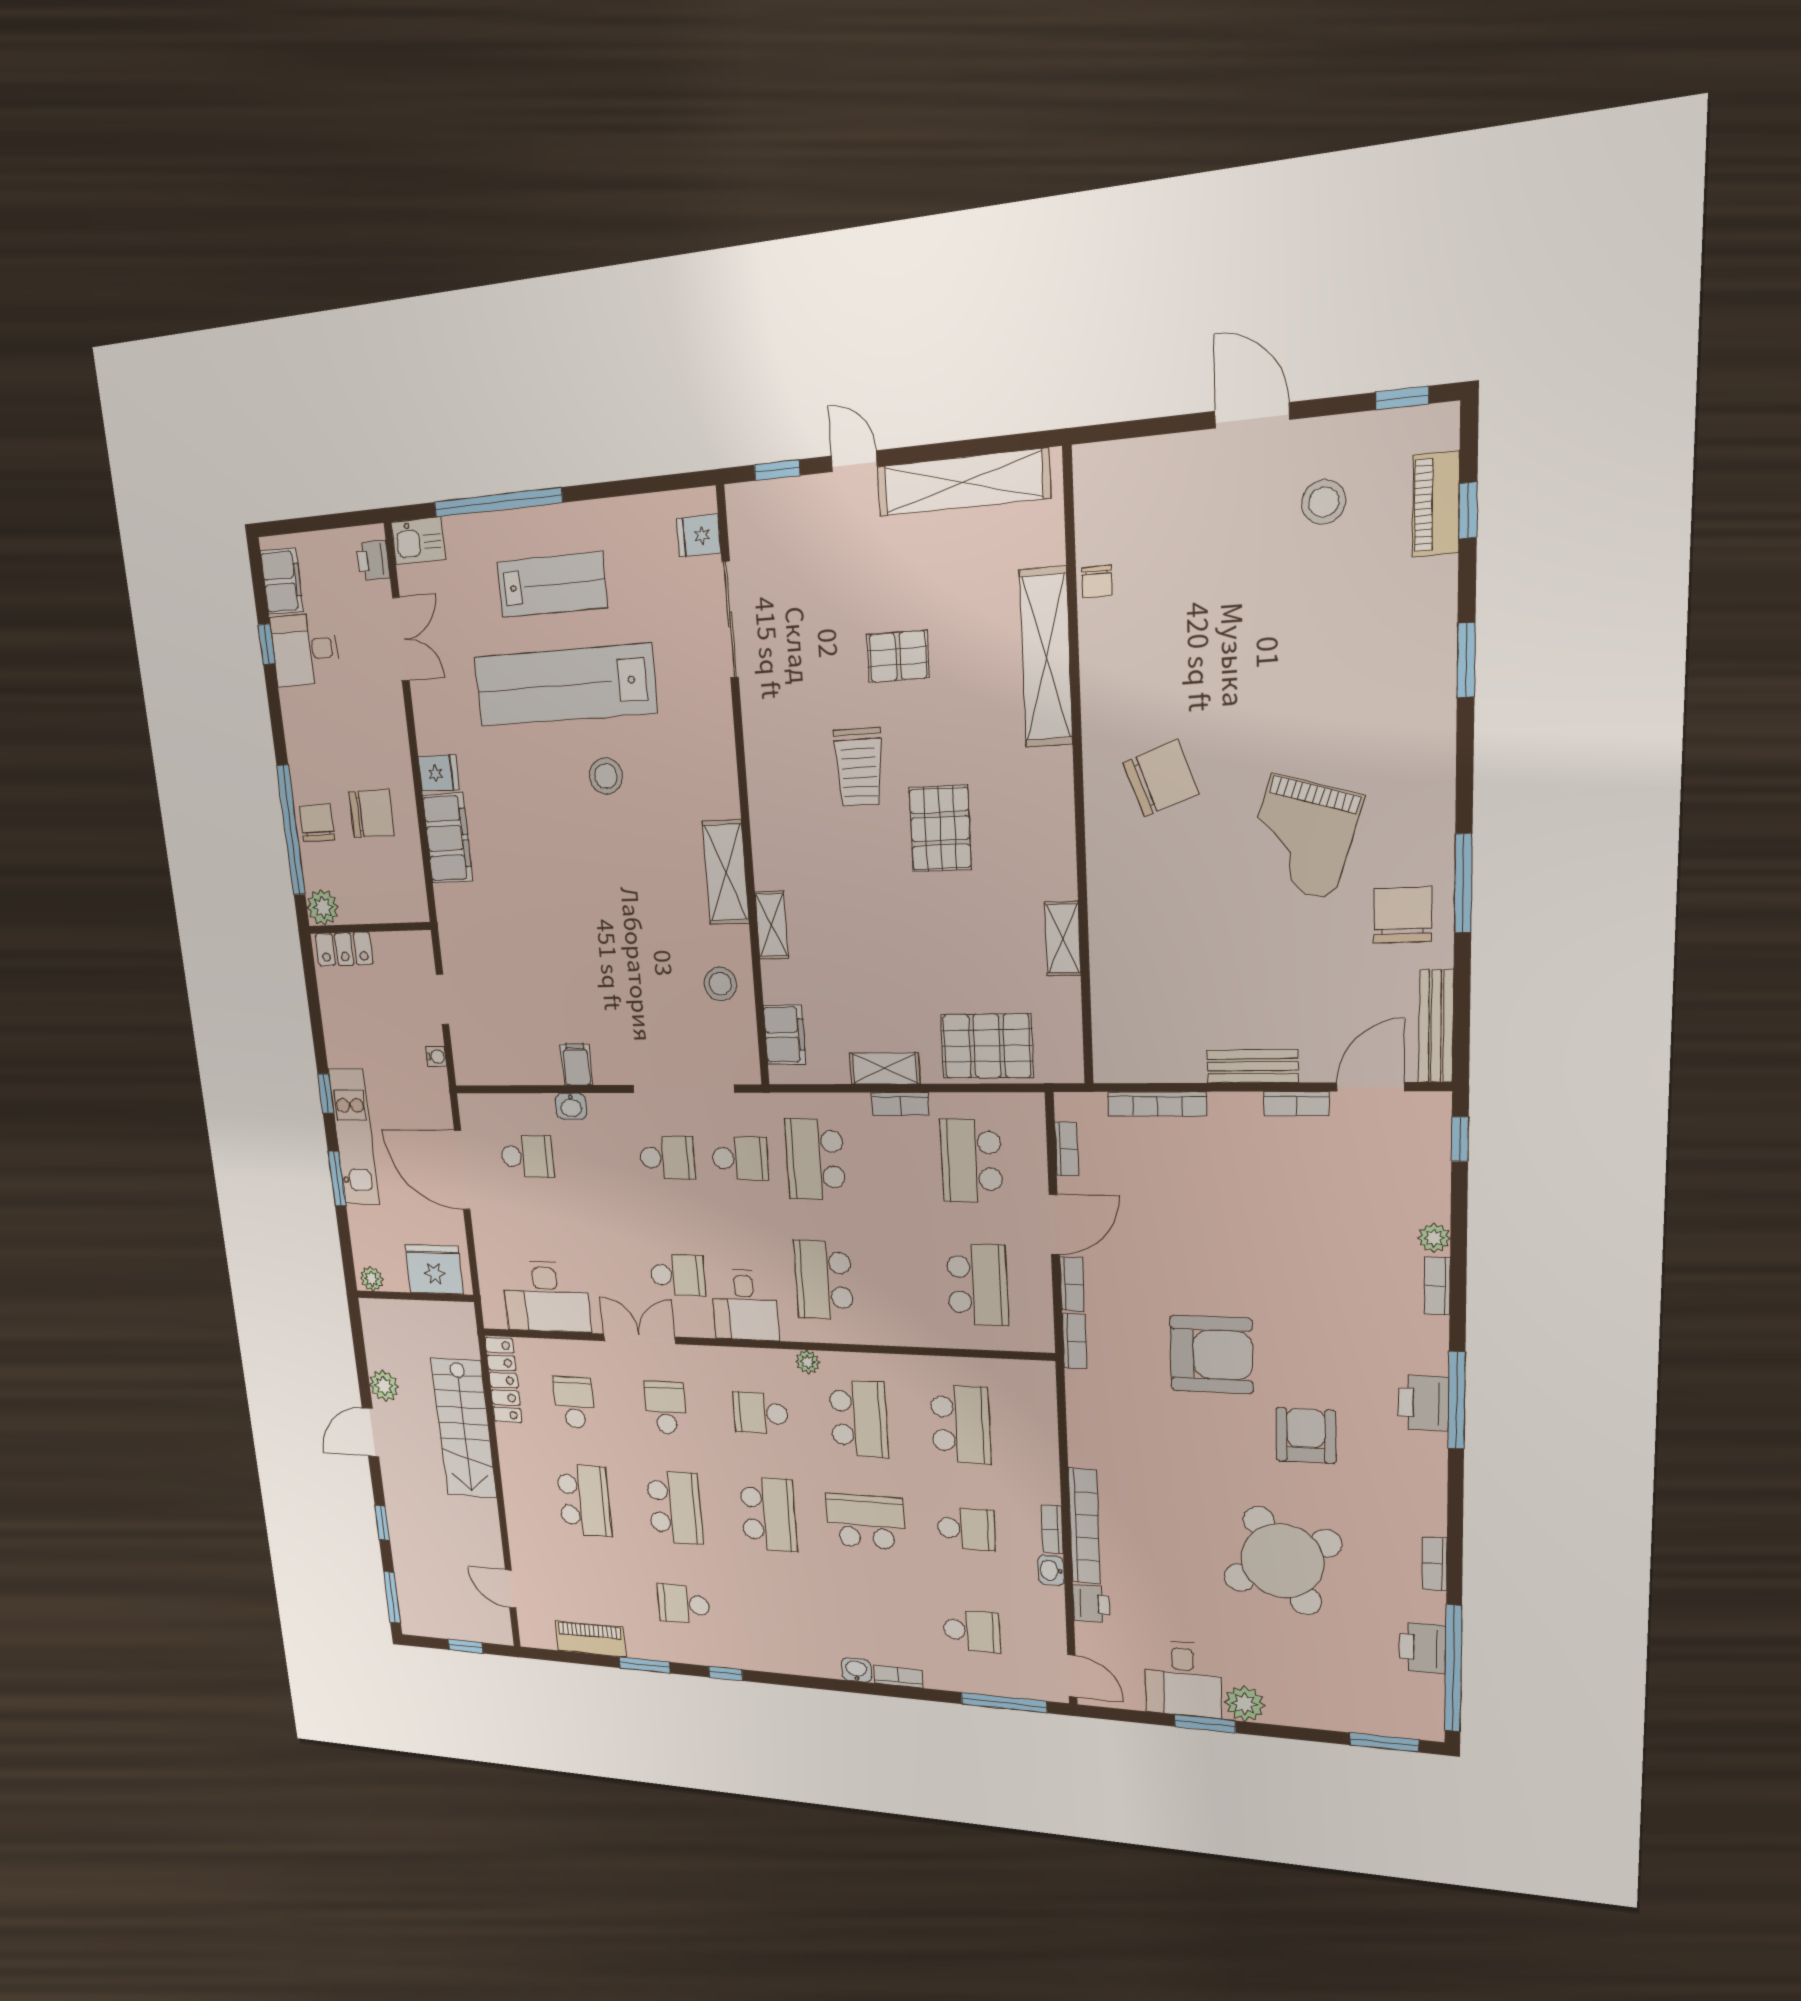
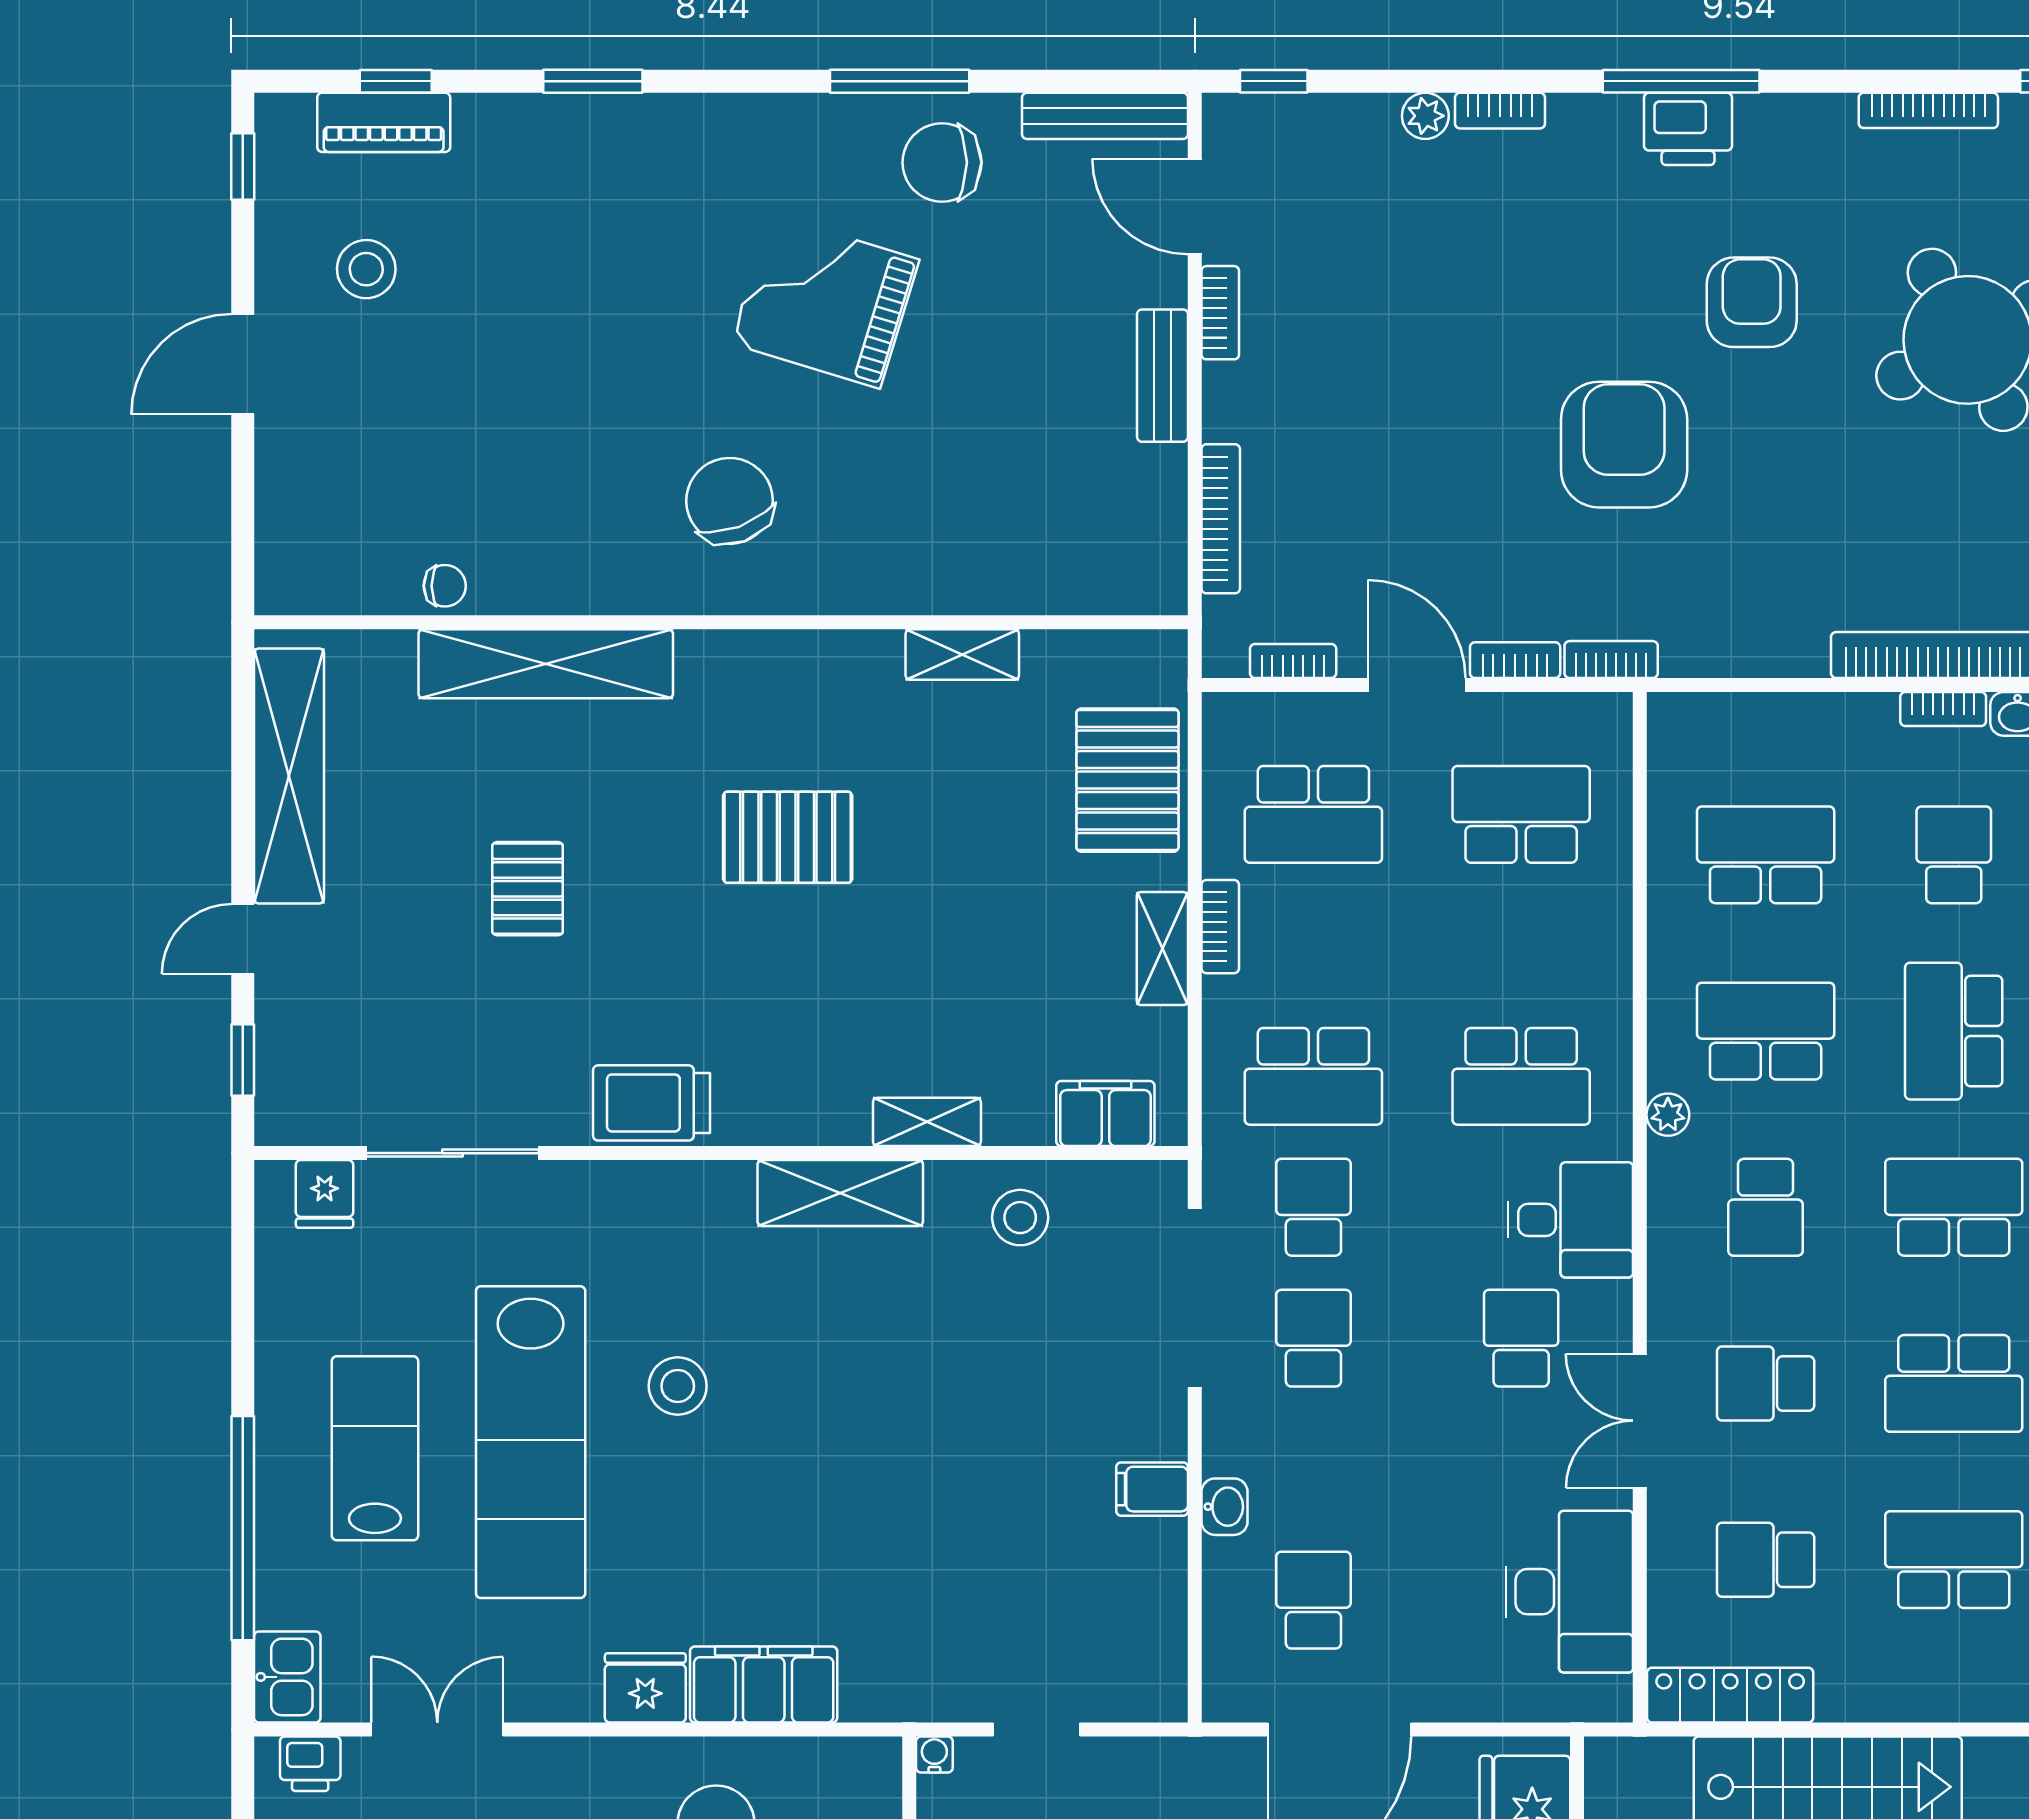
trolley: (859, 767) -> (652, 1103), moved, turned 180
fridge: (439, 773) -> (645, 1688), width x1.38
grand piano: (1302, 837) -> (825, 301), turned 180
water cooler: (436, 1057) -> (934, 1754), moved
armchair: (1306, 1436) -> (1752, 302), turned 90
school desk: (675, 1507) -> (1954, 1383), turned 180
bookcase: (1435, 1564) -> (1928, 110), width x1.56

